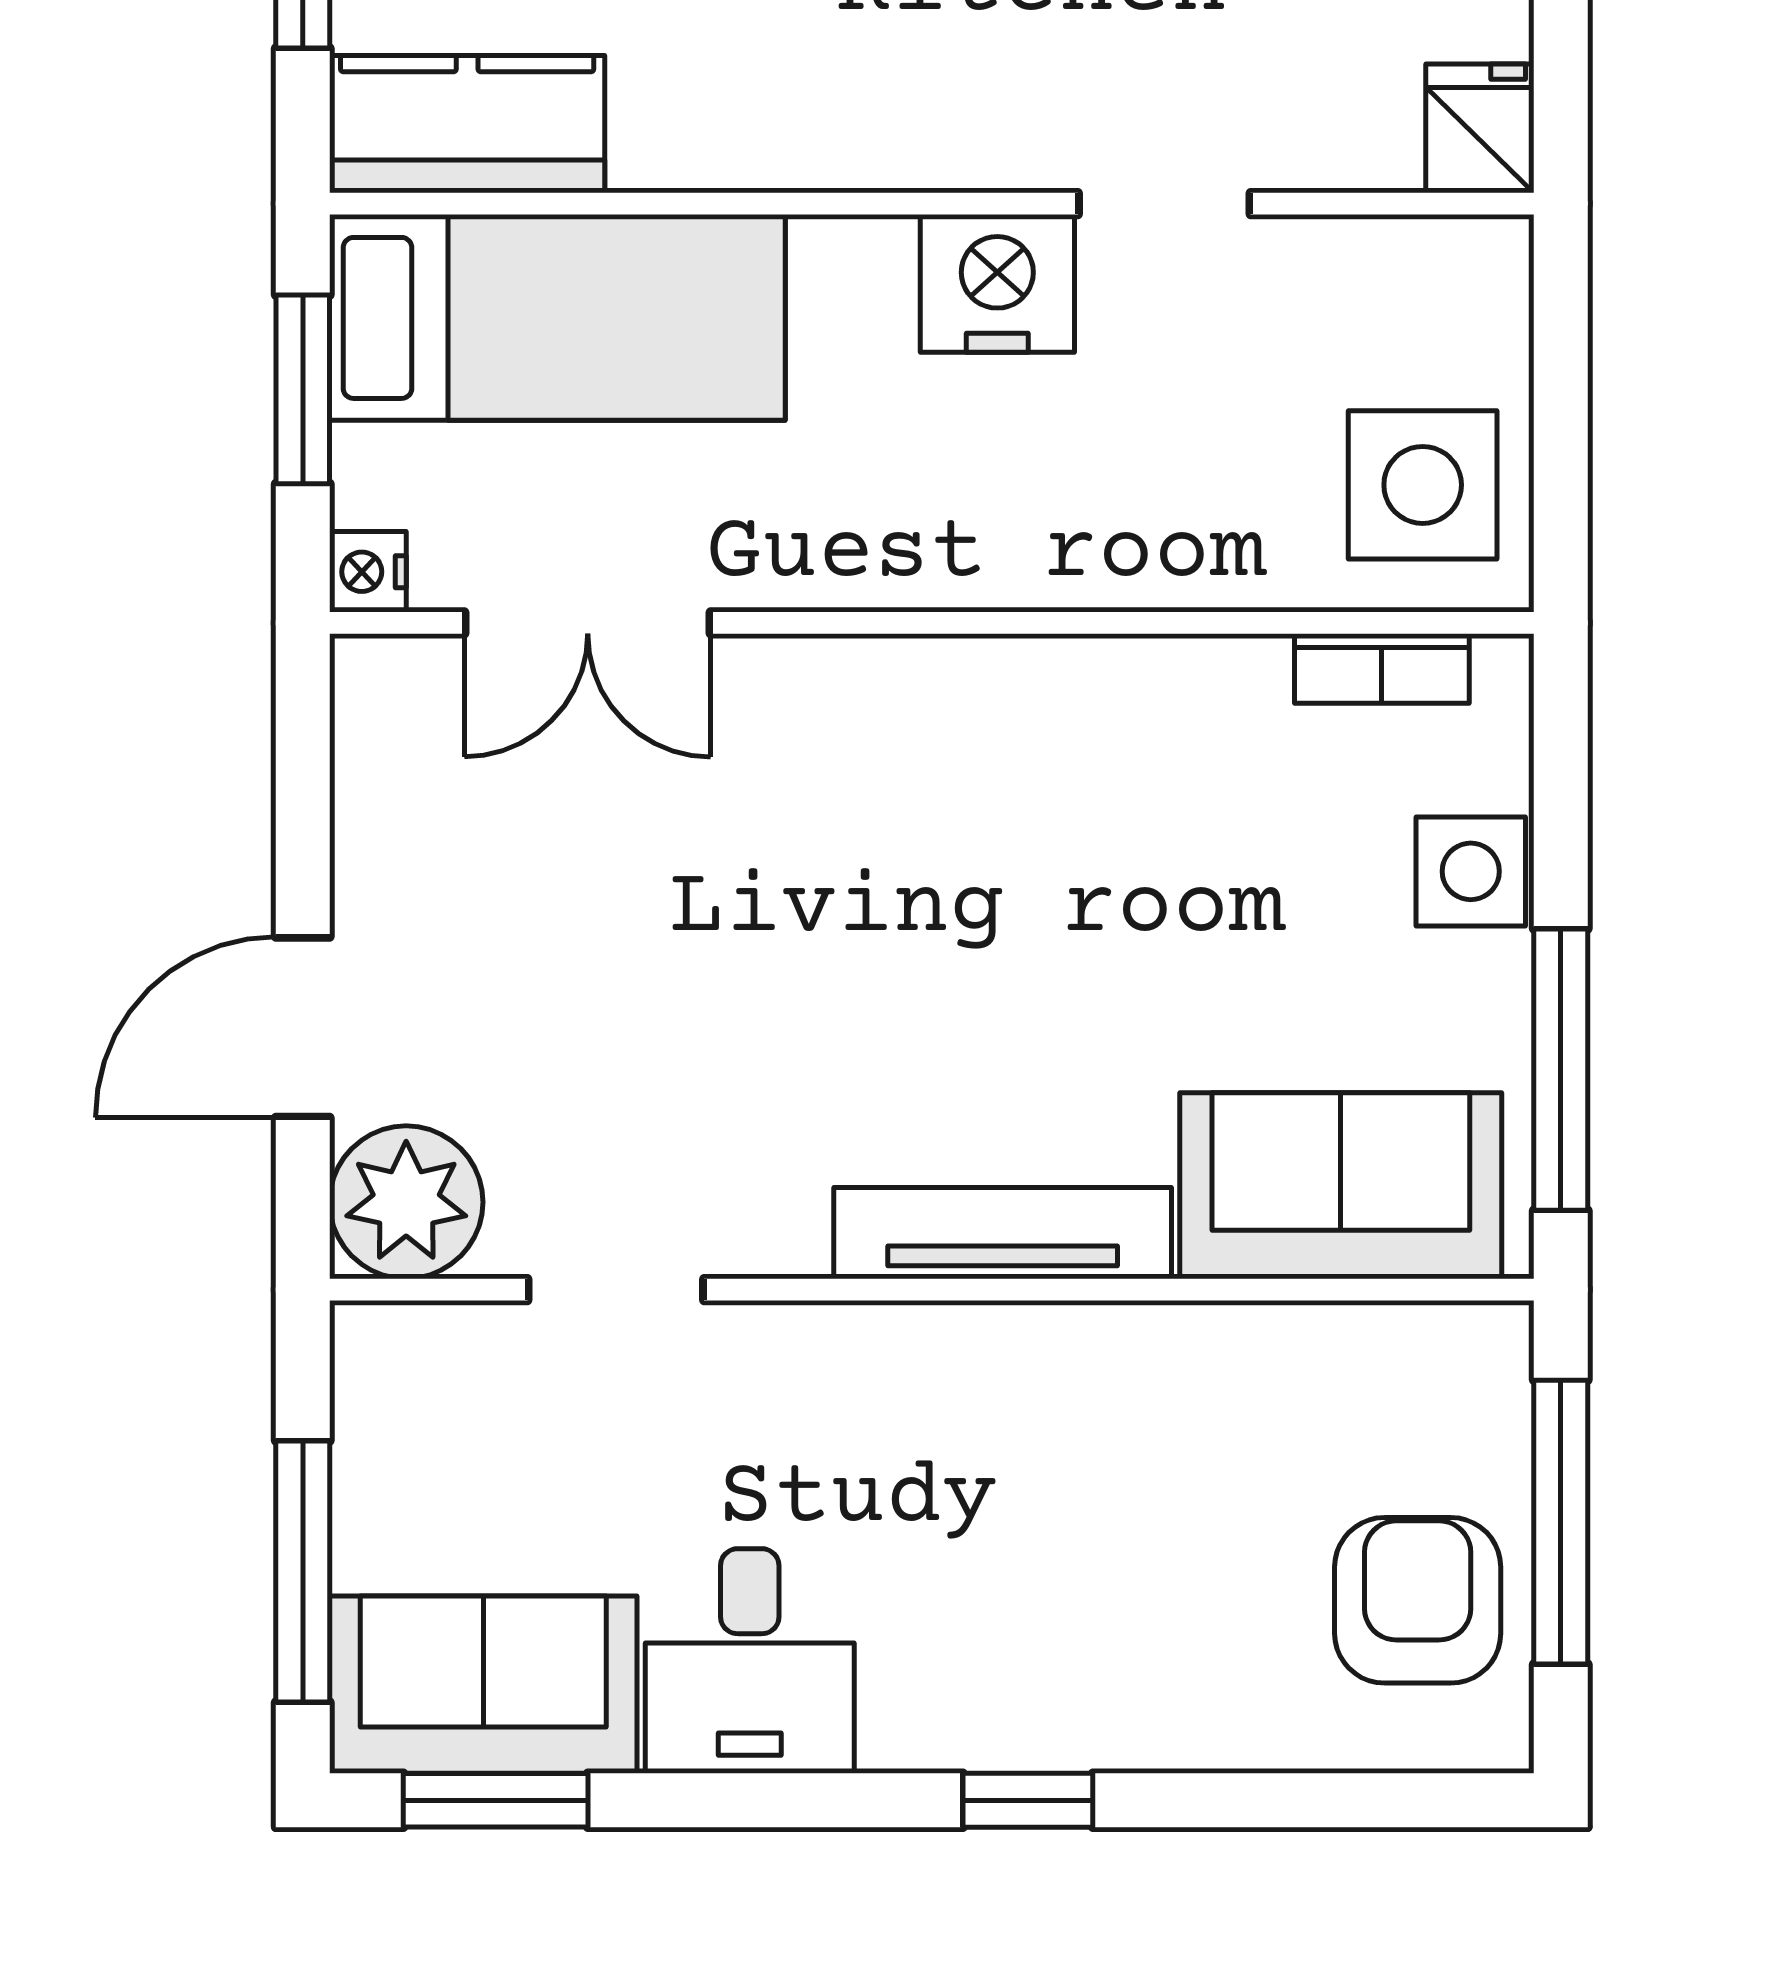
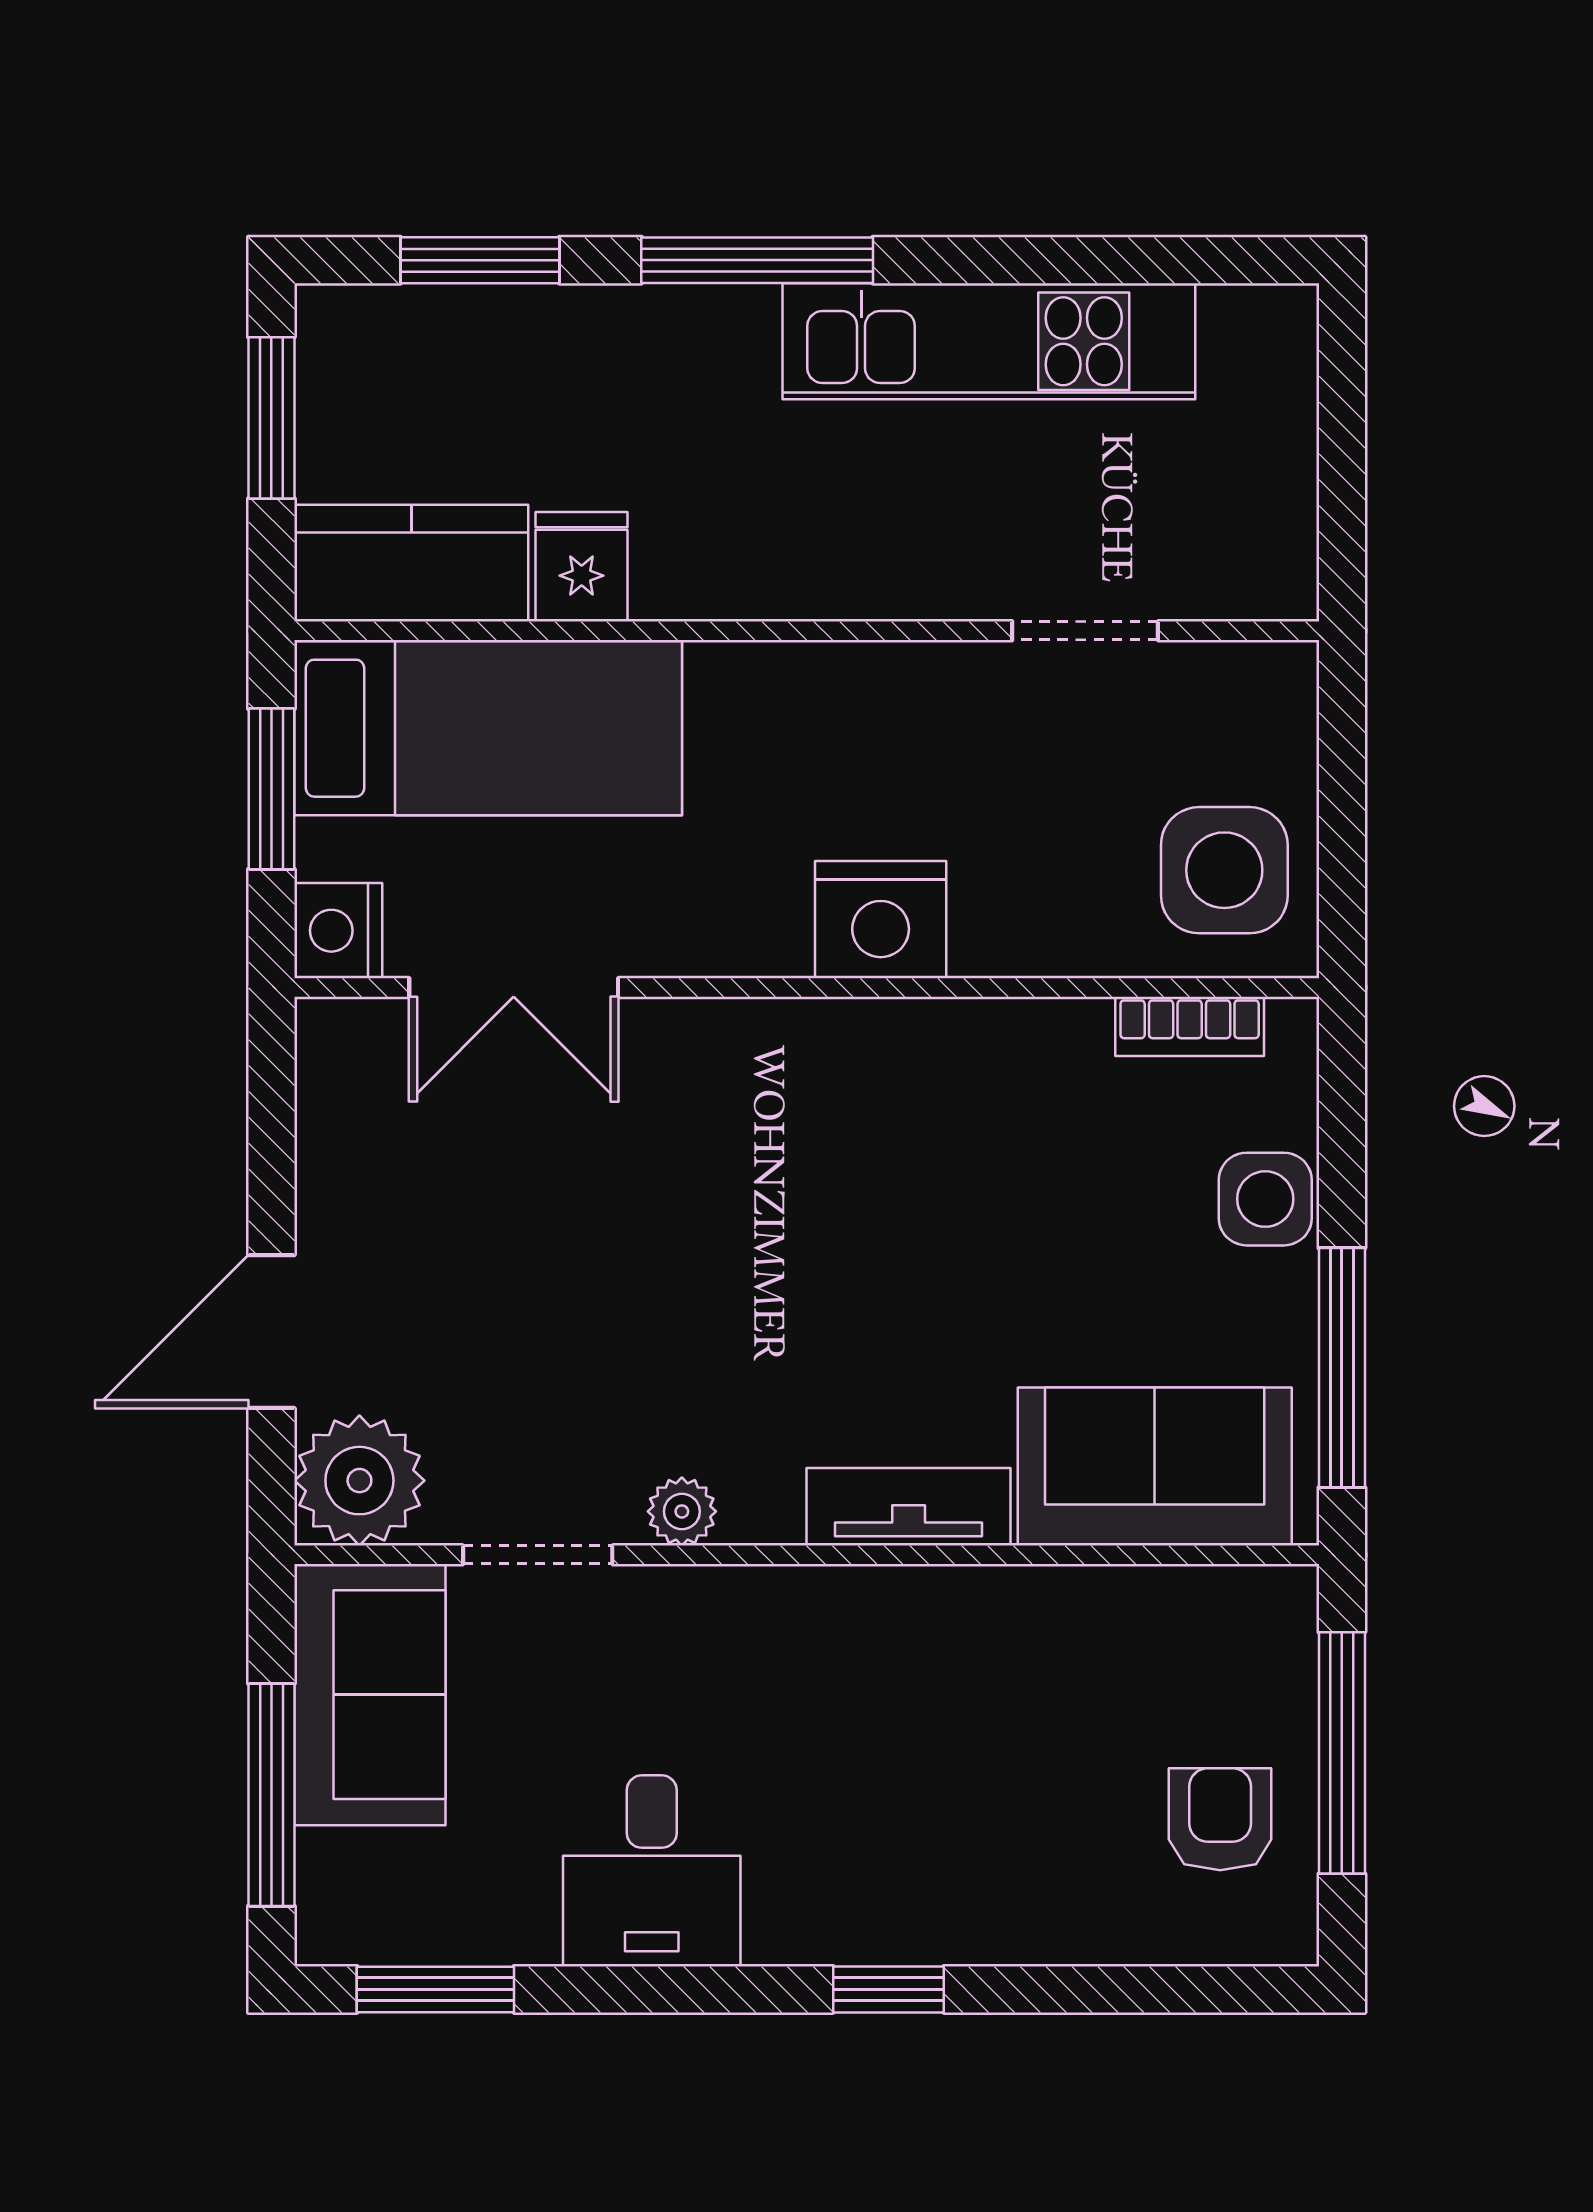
fridge: (1480, 128) -> (582, 567), moved
doorway: (1164, 204) -> (1085, 631), moved
nightstand: (997, 283) -> (881, 920), moved, turned 180
nightstand: (368, 572) -> (338, 931), width x1.39, depth x1.35
tv unit: (1003, 1233) -> (909, 1507), width x0.71
plant: (785, 1239) -> (682, 1511), added
armchair: (1418, 1600) -> (1220, 1819), width x0.72, depth x0.72
sofa: (483, 1685) -> (370, 1695), moved, turned 90

